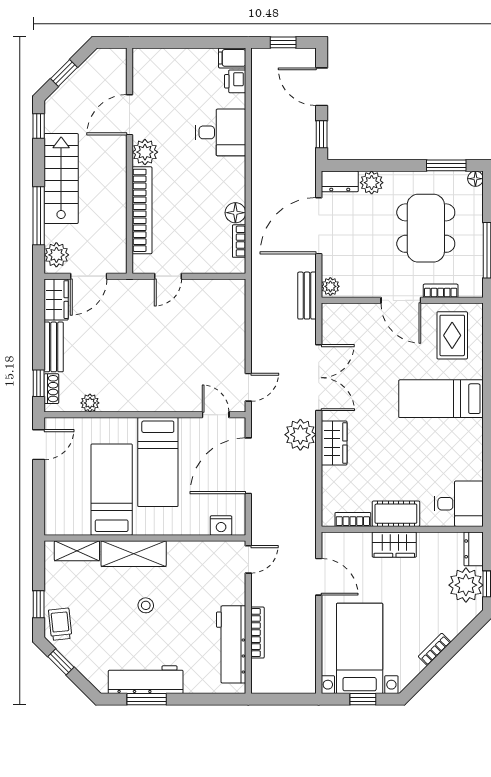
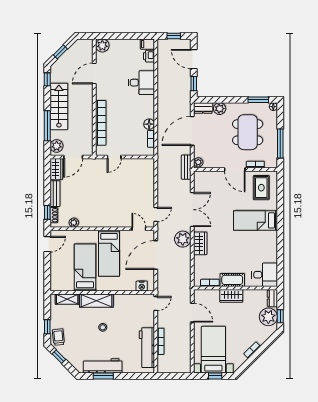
plant: (145, 152) -> (102, 46), moved

